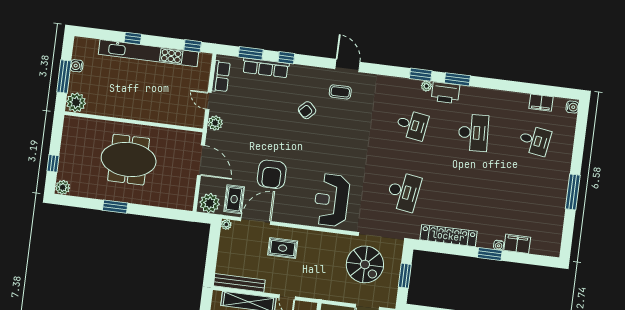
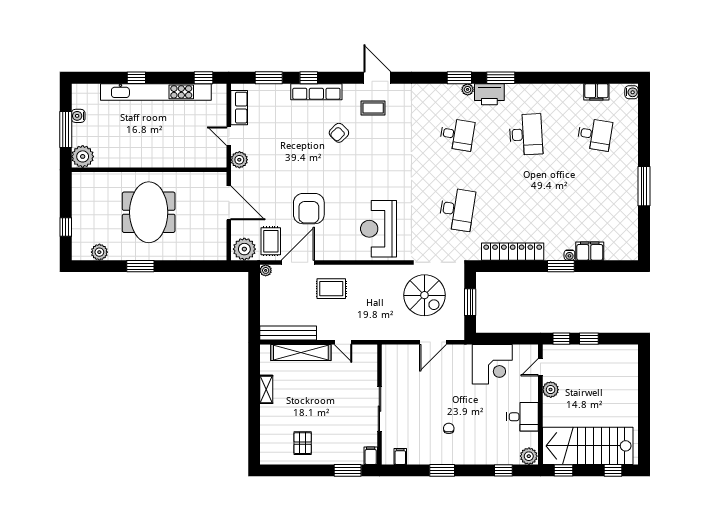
row of seats: (266, 68) -> (316, 92), moved
meeting table: (129, 160) -> (149, 212), turned 90
plant: (63, 187) -> (99, 252), moved

